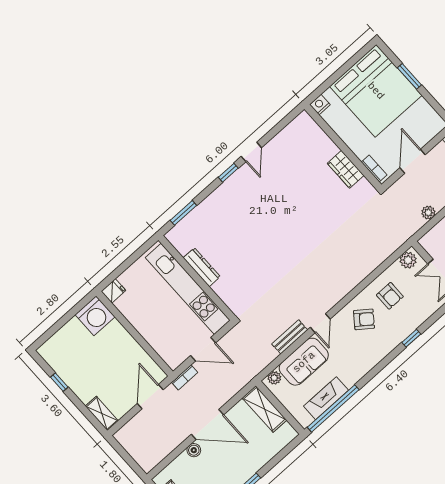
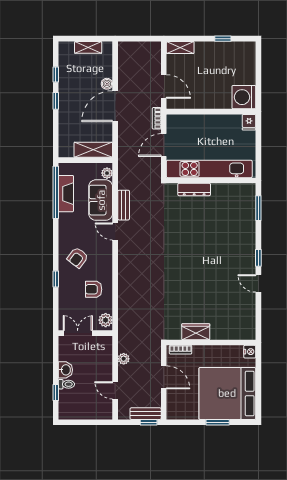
dresser: (202, 267) -> (194, 189), moved
armchair: (364, 319) -> (78, 258), moved

